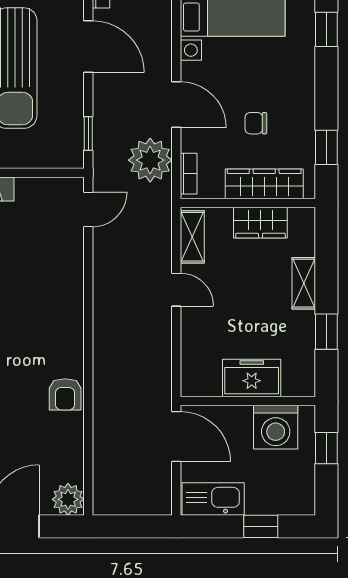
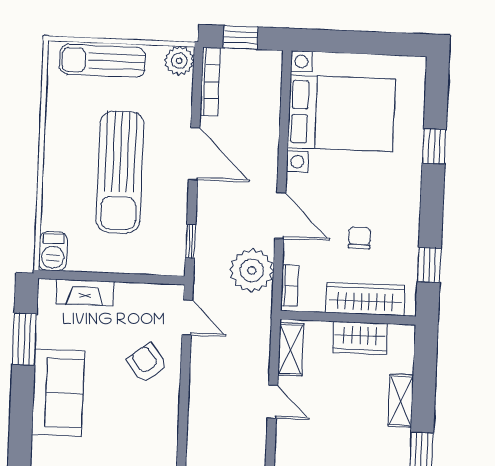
chair: (256, 123) -> (359, 238), turned 90
door: (88, 209) -> (187, 317), hinge flipped
armchair: (50, 256) -> (147, 363), added

